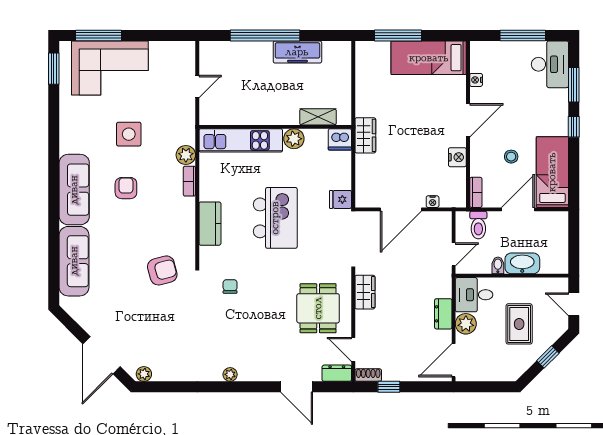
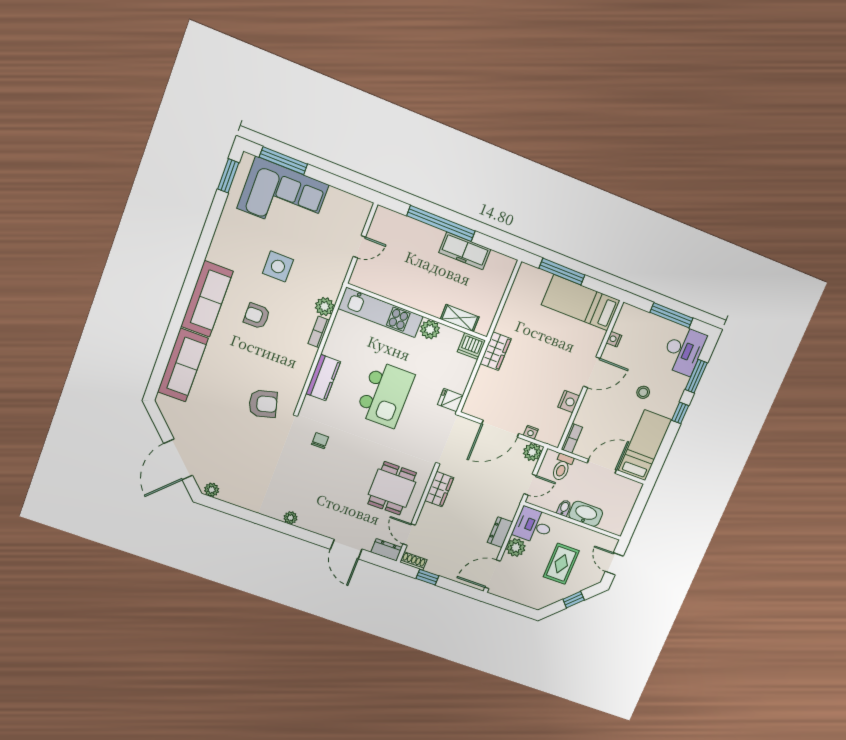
stool: (511, 157) -> (643, 392), moved
armchair: (126, 188) -> (257, 316), turned -90
plant: (442, 221) -> (532, 452), added

